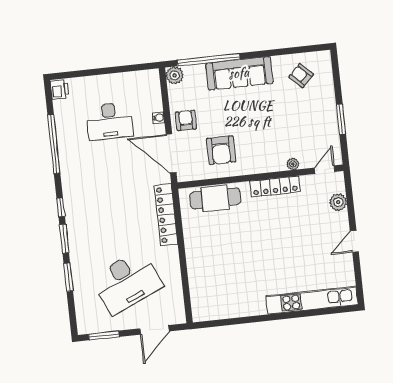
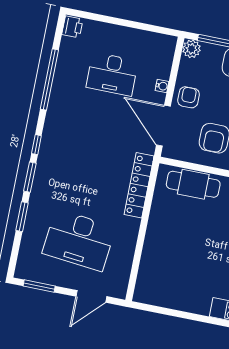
desk: (127, 282) -> (79, 240), turned 30

